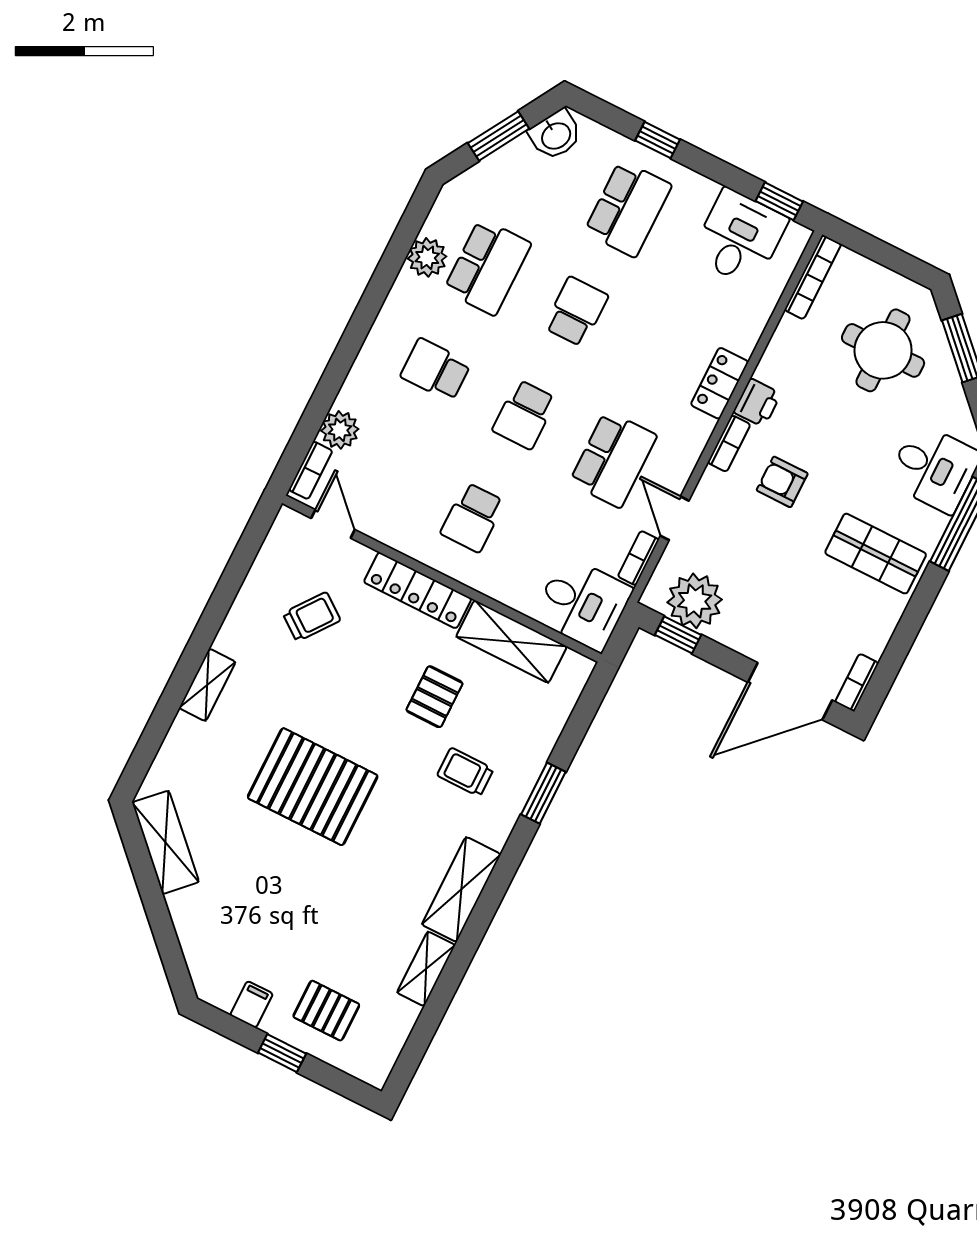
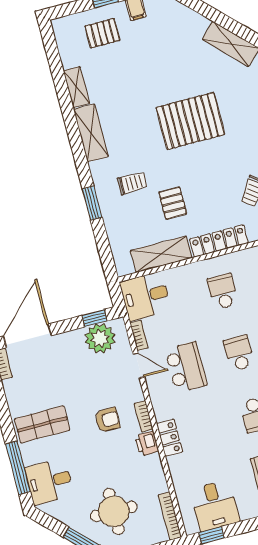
school desk: (613, 459) -> (186, 367), turned 180

